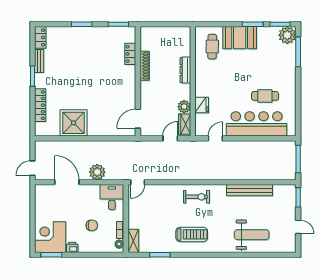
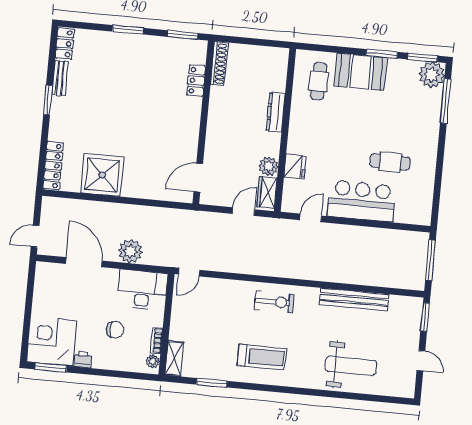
shoe rack: (145, 66) -> (219, 64), moved
locker: (40, 105) -> (53, 166), moved
bar counter: (257, 124) -> (362, 201), width x0.73
desk: (112, 197) -> (142, 290), width x1.37

